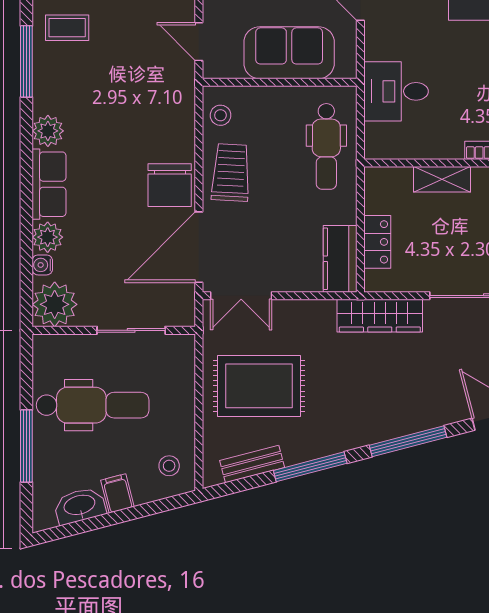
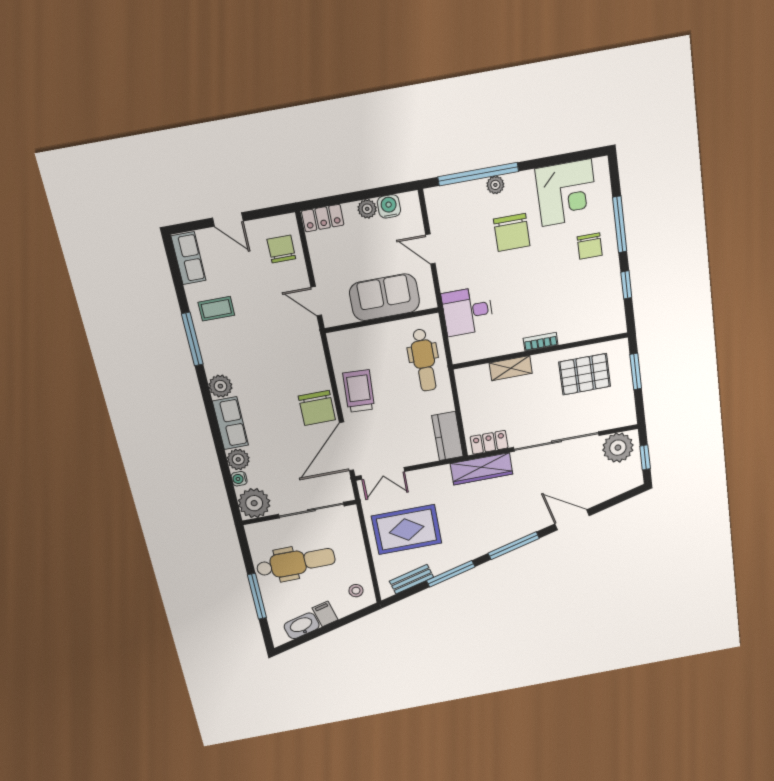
stool: (221, 115) -> (343, 352), removed
locker: (377, 242) -> (489, 442), moved, turned -90
sliding door: (131, 330) -> (311, 510), width x1.37

